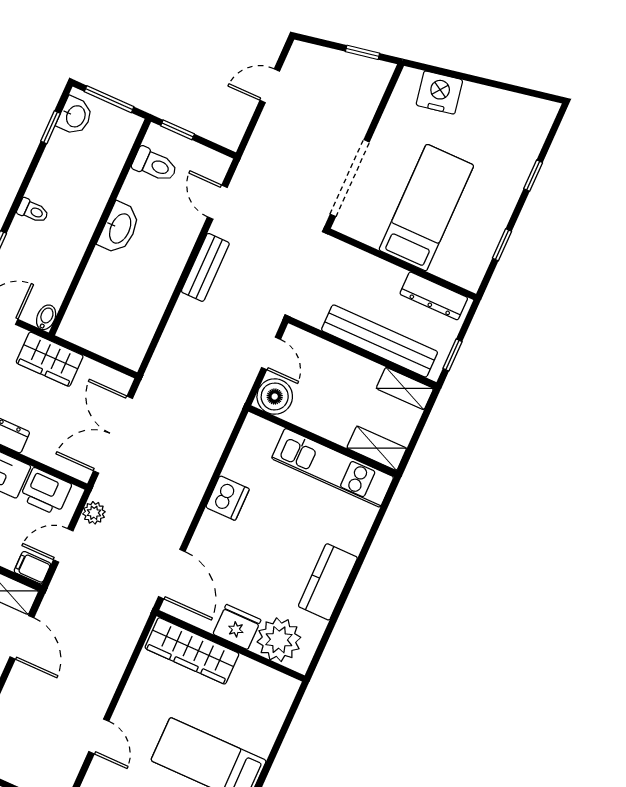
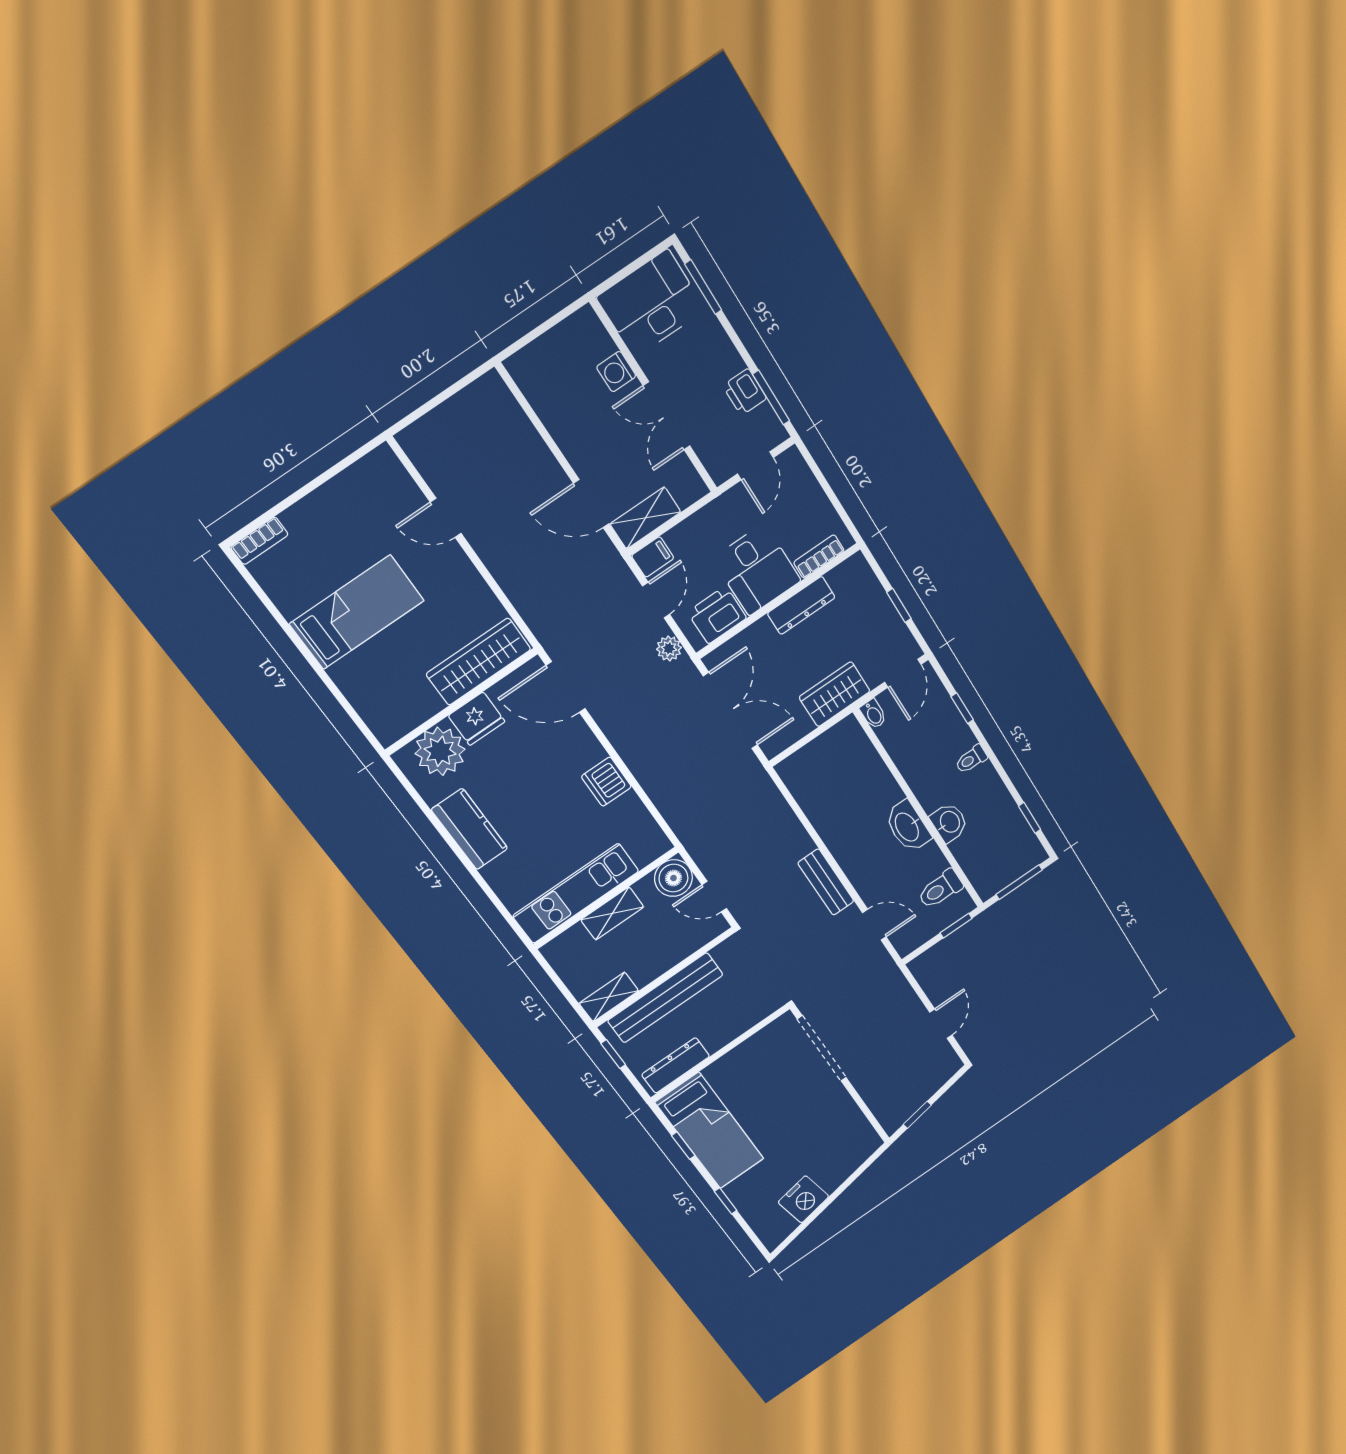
nightstand: (439, 93) -> (803, 1199), moved
washbasin: (75, 116) -> (949, 822), moved, turned 180
bed: (426, 208) -> (710, 1131), moved
shelving: (377, 448) -> (612, 913), moved

